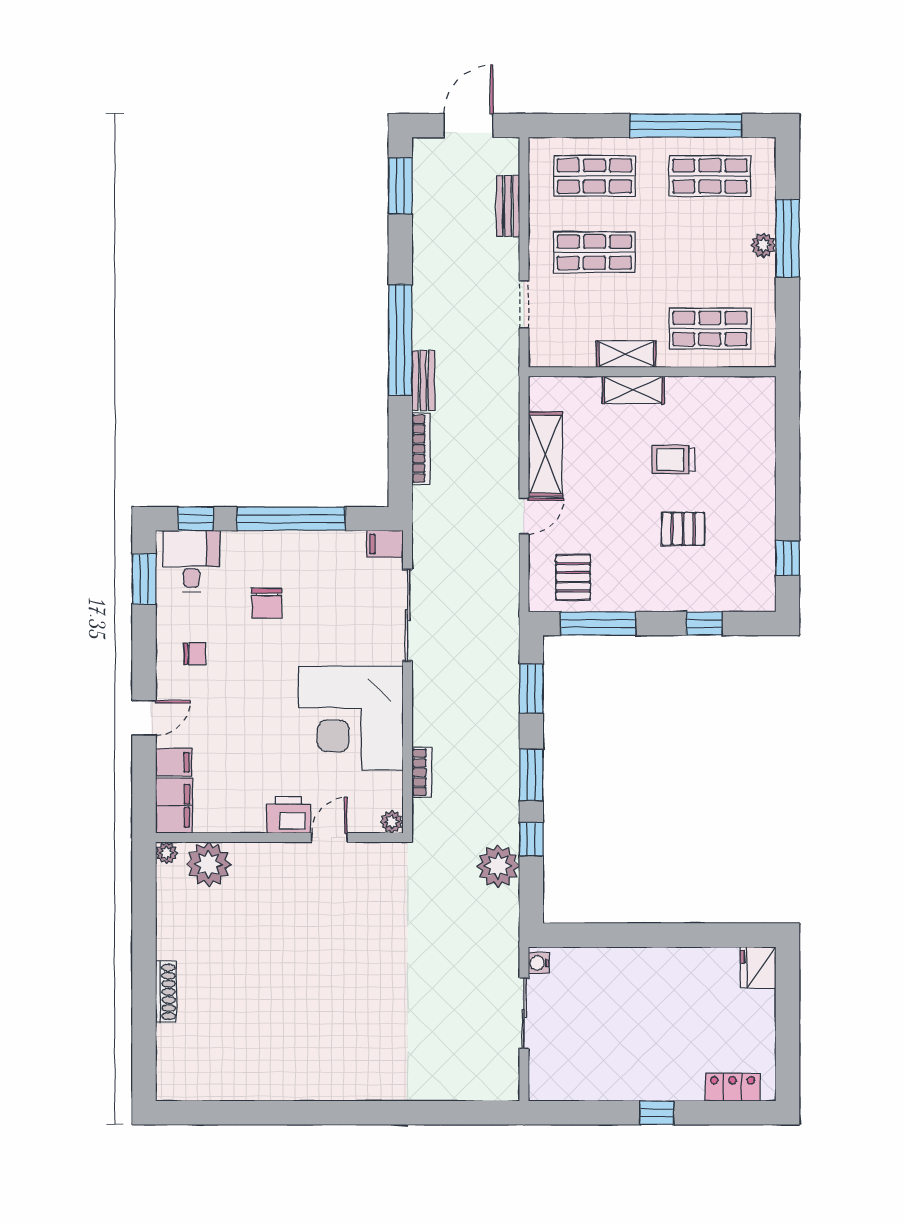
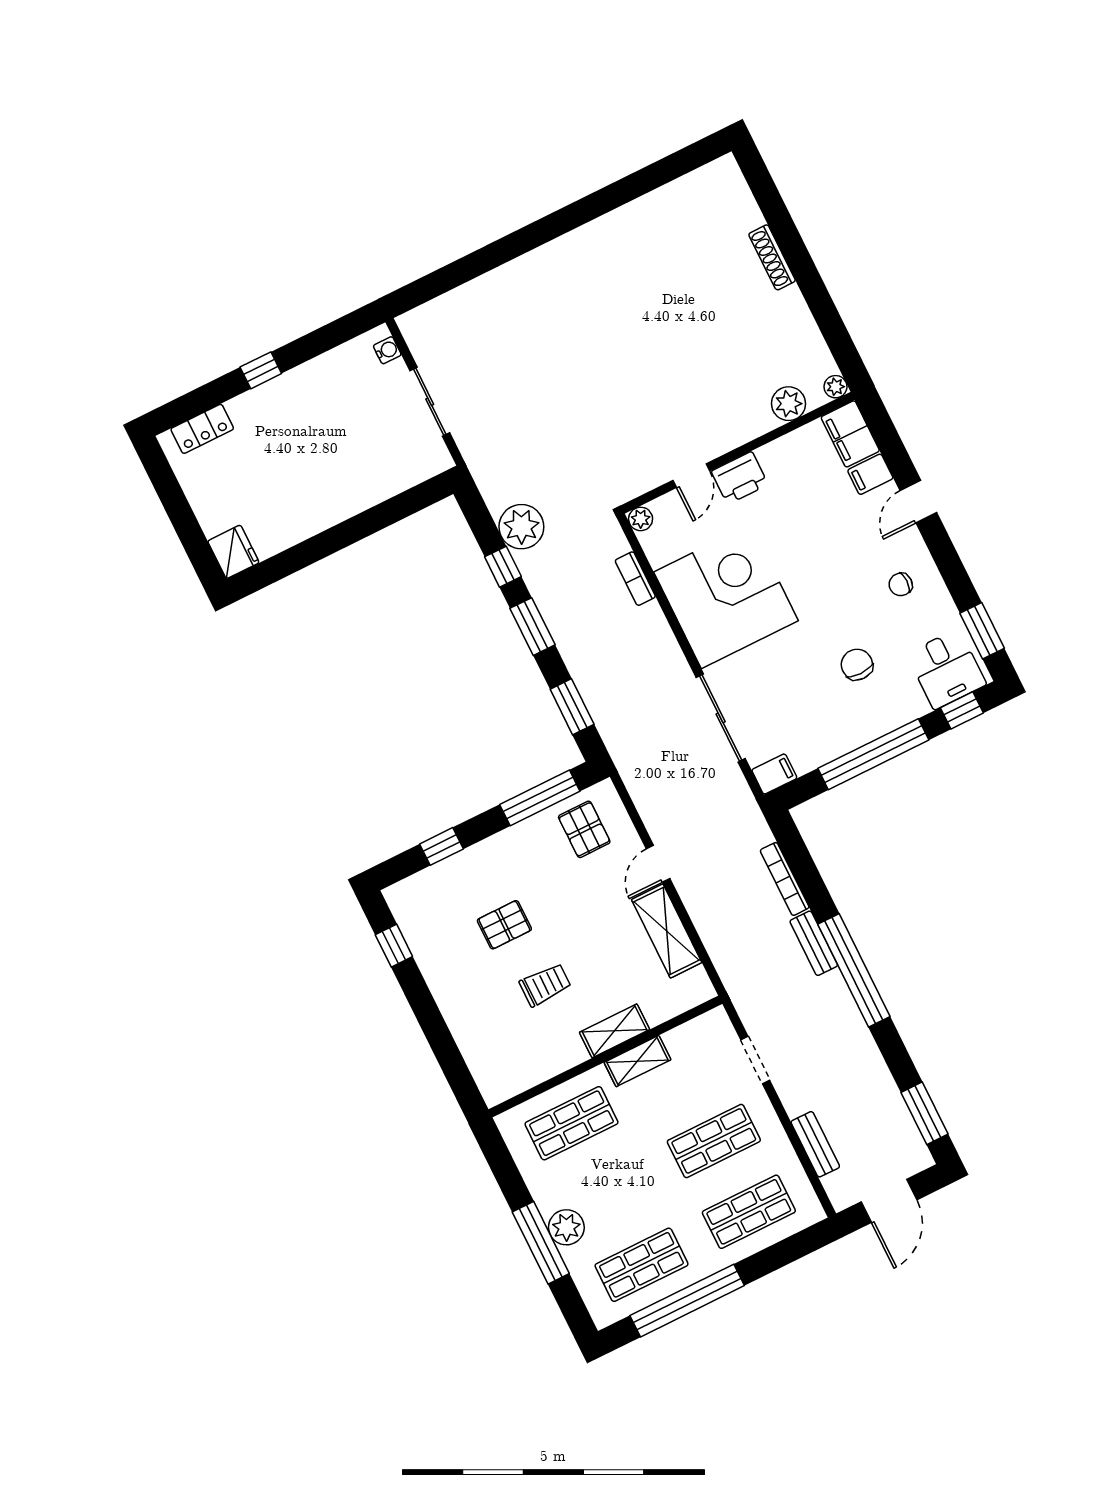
plant: (763, 245) -> (566, 1227), width x1.38, depth x1.38
plant: (208, 864) -> (789, 404), width x0.73, depth x0.73
water cooler: (539, 963) -> (387, 350), moved

